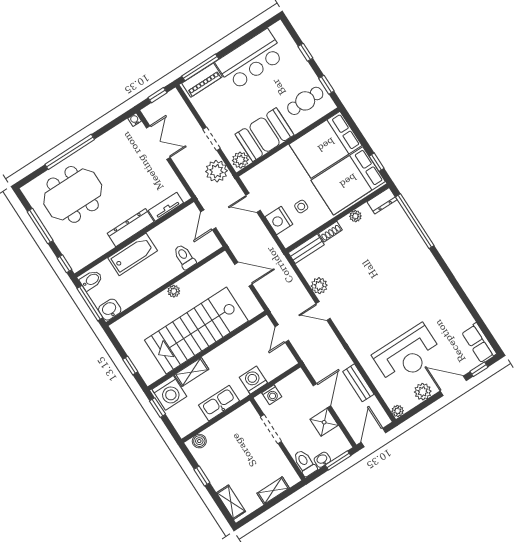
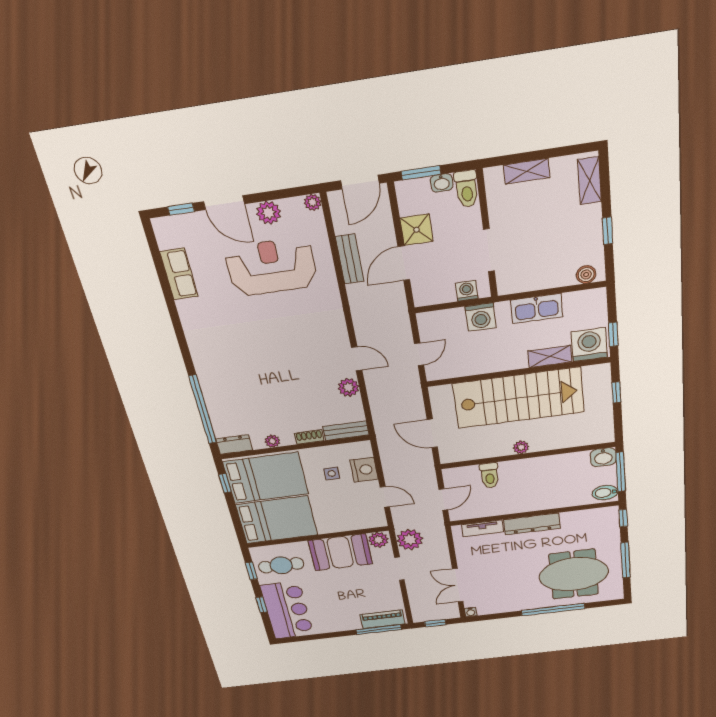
bar counter: (250, 60) -> (287, 610), moved, turned 90
bathtub: (133, 254) -> (545, 499), removed
row of seats: (479, 343) -> (179, 274), moved

